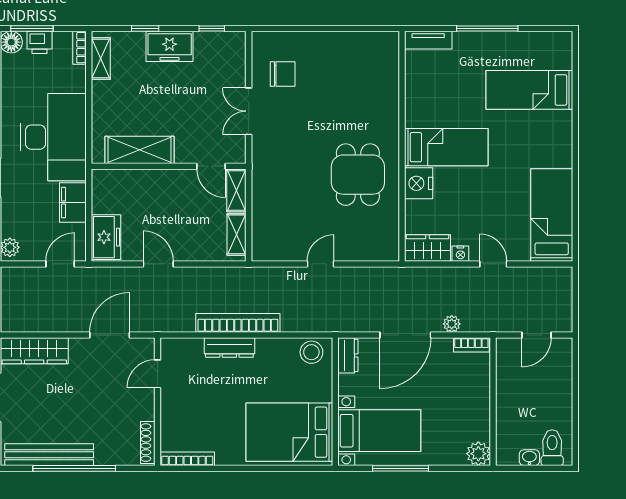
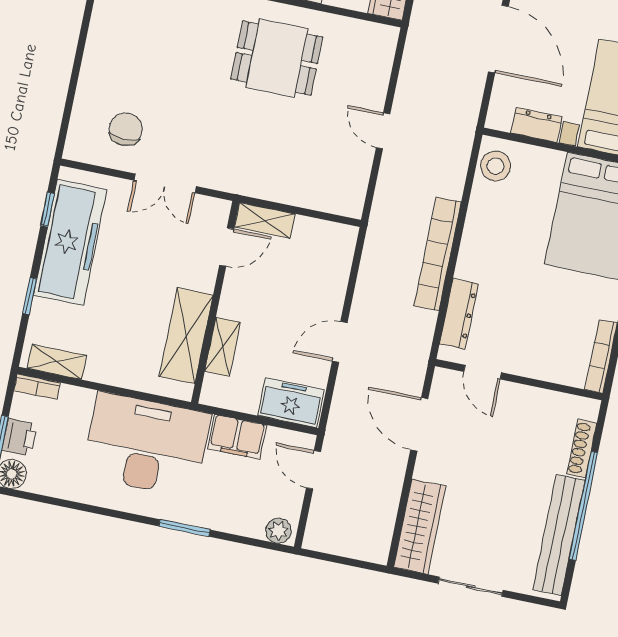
freezer: (170, 46) -> (70, 242), width x1.91, depth x1.26
shelving: (237, 234) -> (223, 347), moved, turned 90
dresser: (229, 348) -> (459, 314), moved
dresser: (348, 355) -> (537, 125), moved
shoe rack: (148, 443) -> (582, 449), moved, turned 90

